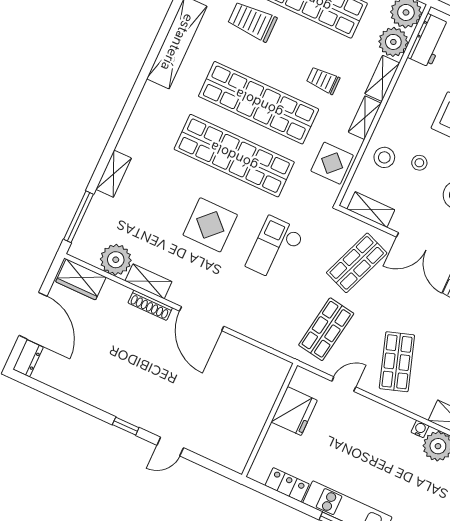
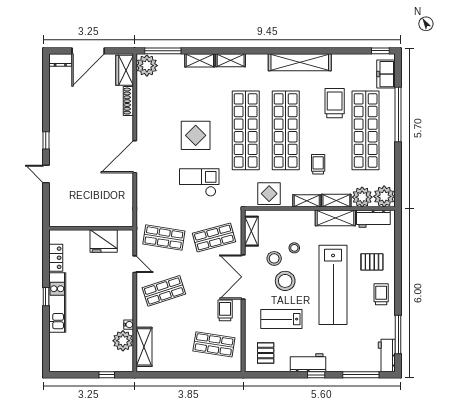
shelving: (405, 90) -> (335, 218), added
stool: (384, 157) -> (274, 258), moved
plant: (116, 260) -> (147, 66), moved
shop shelf: (357, 263) -> (214, 238), turned -36
shelving: (148, 281) -> (231, 60), moved, turned 90
shoe rack: (150, 305) -> (128, 101), moved

